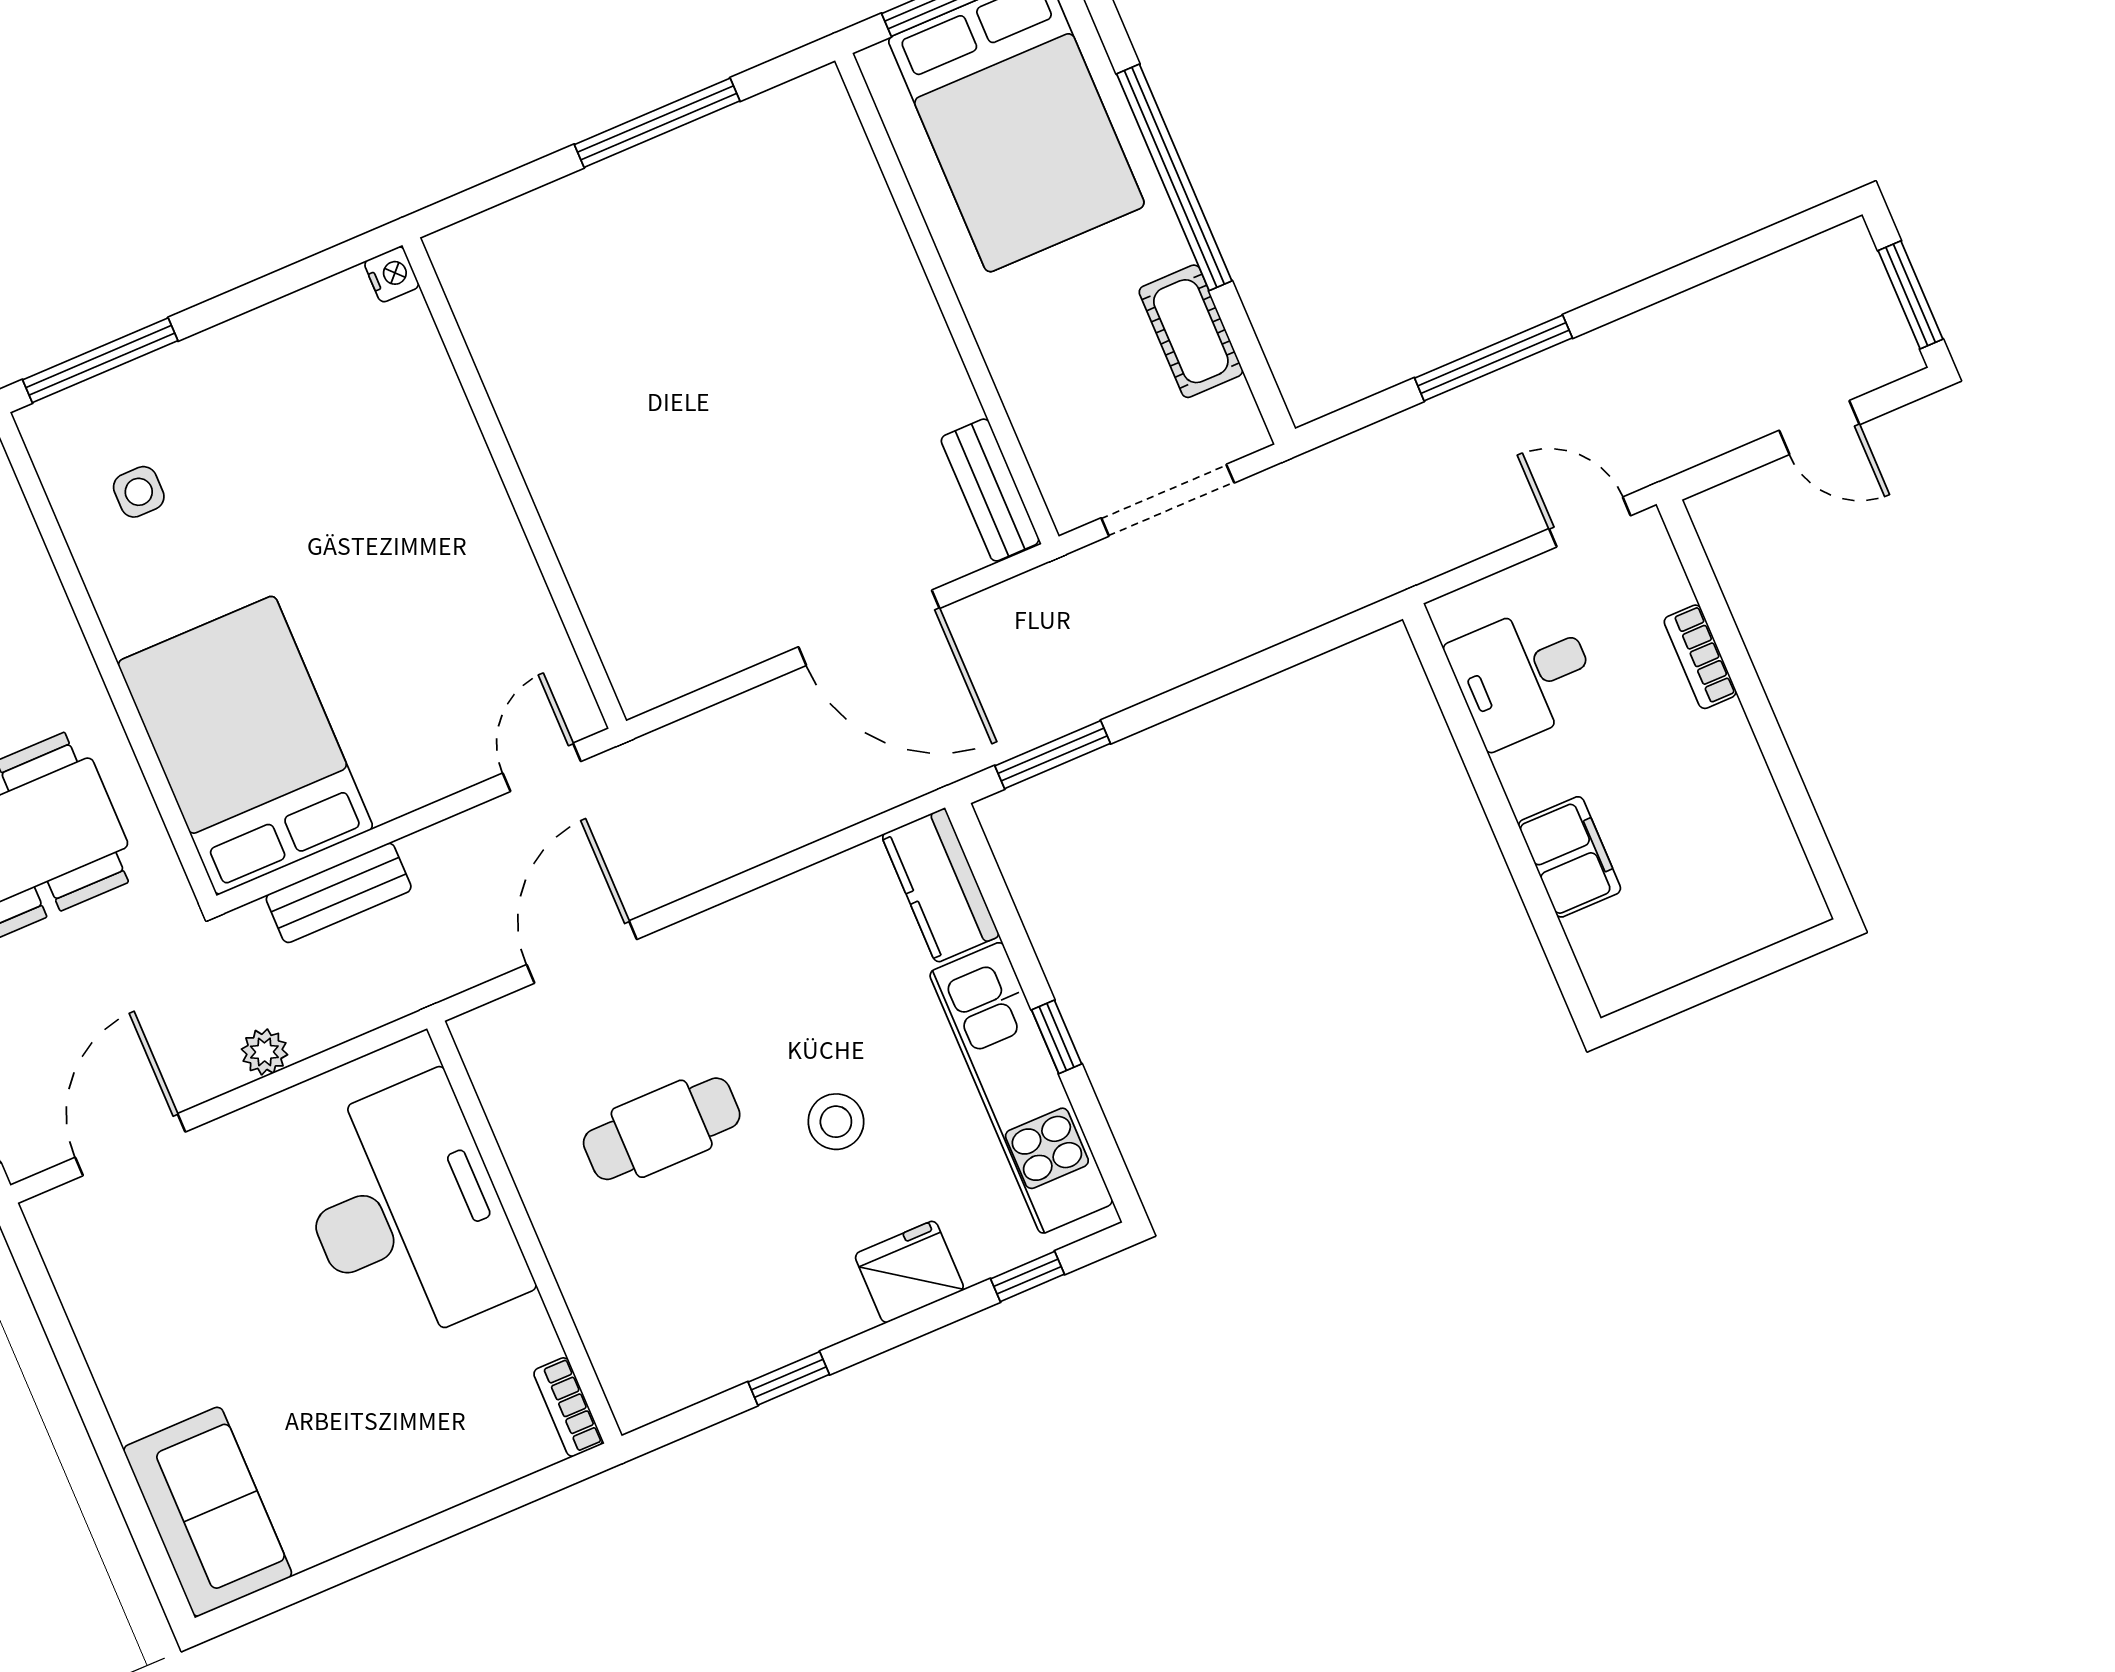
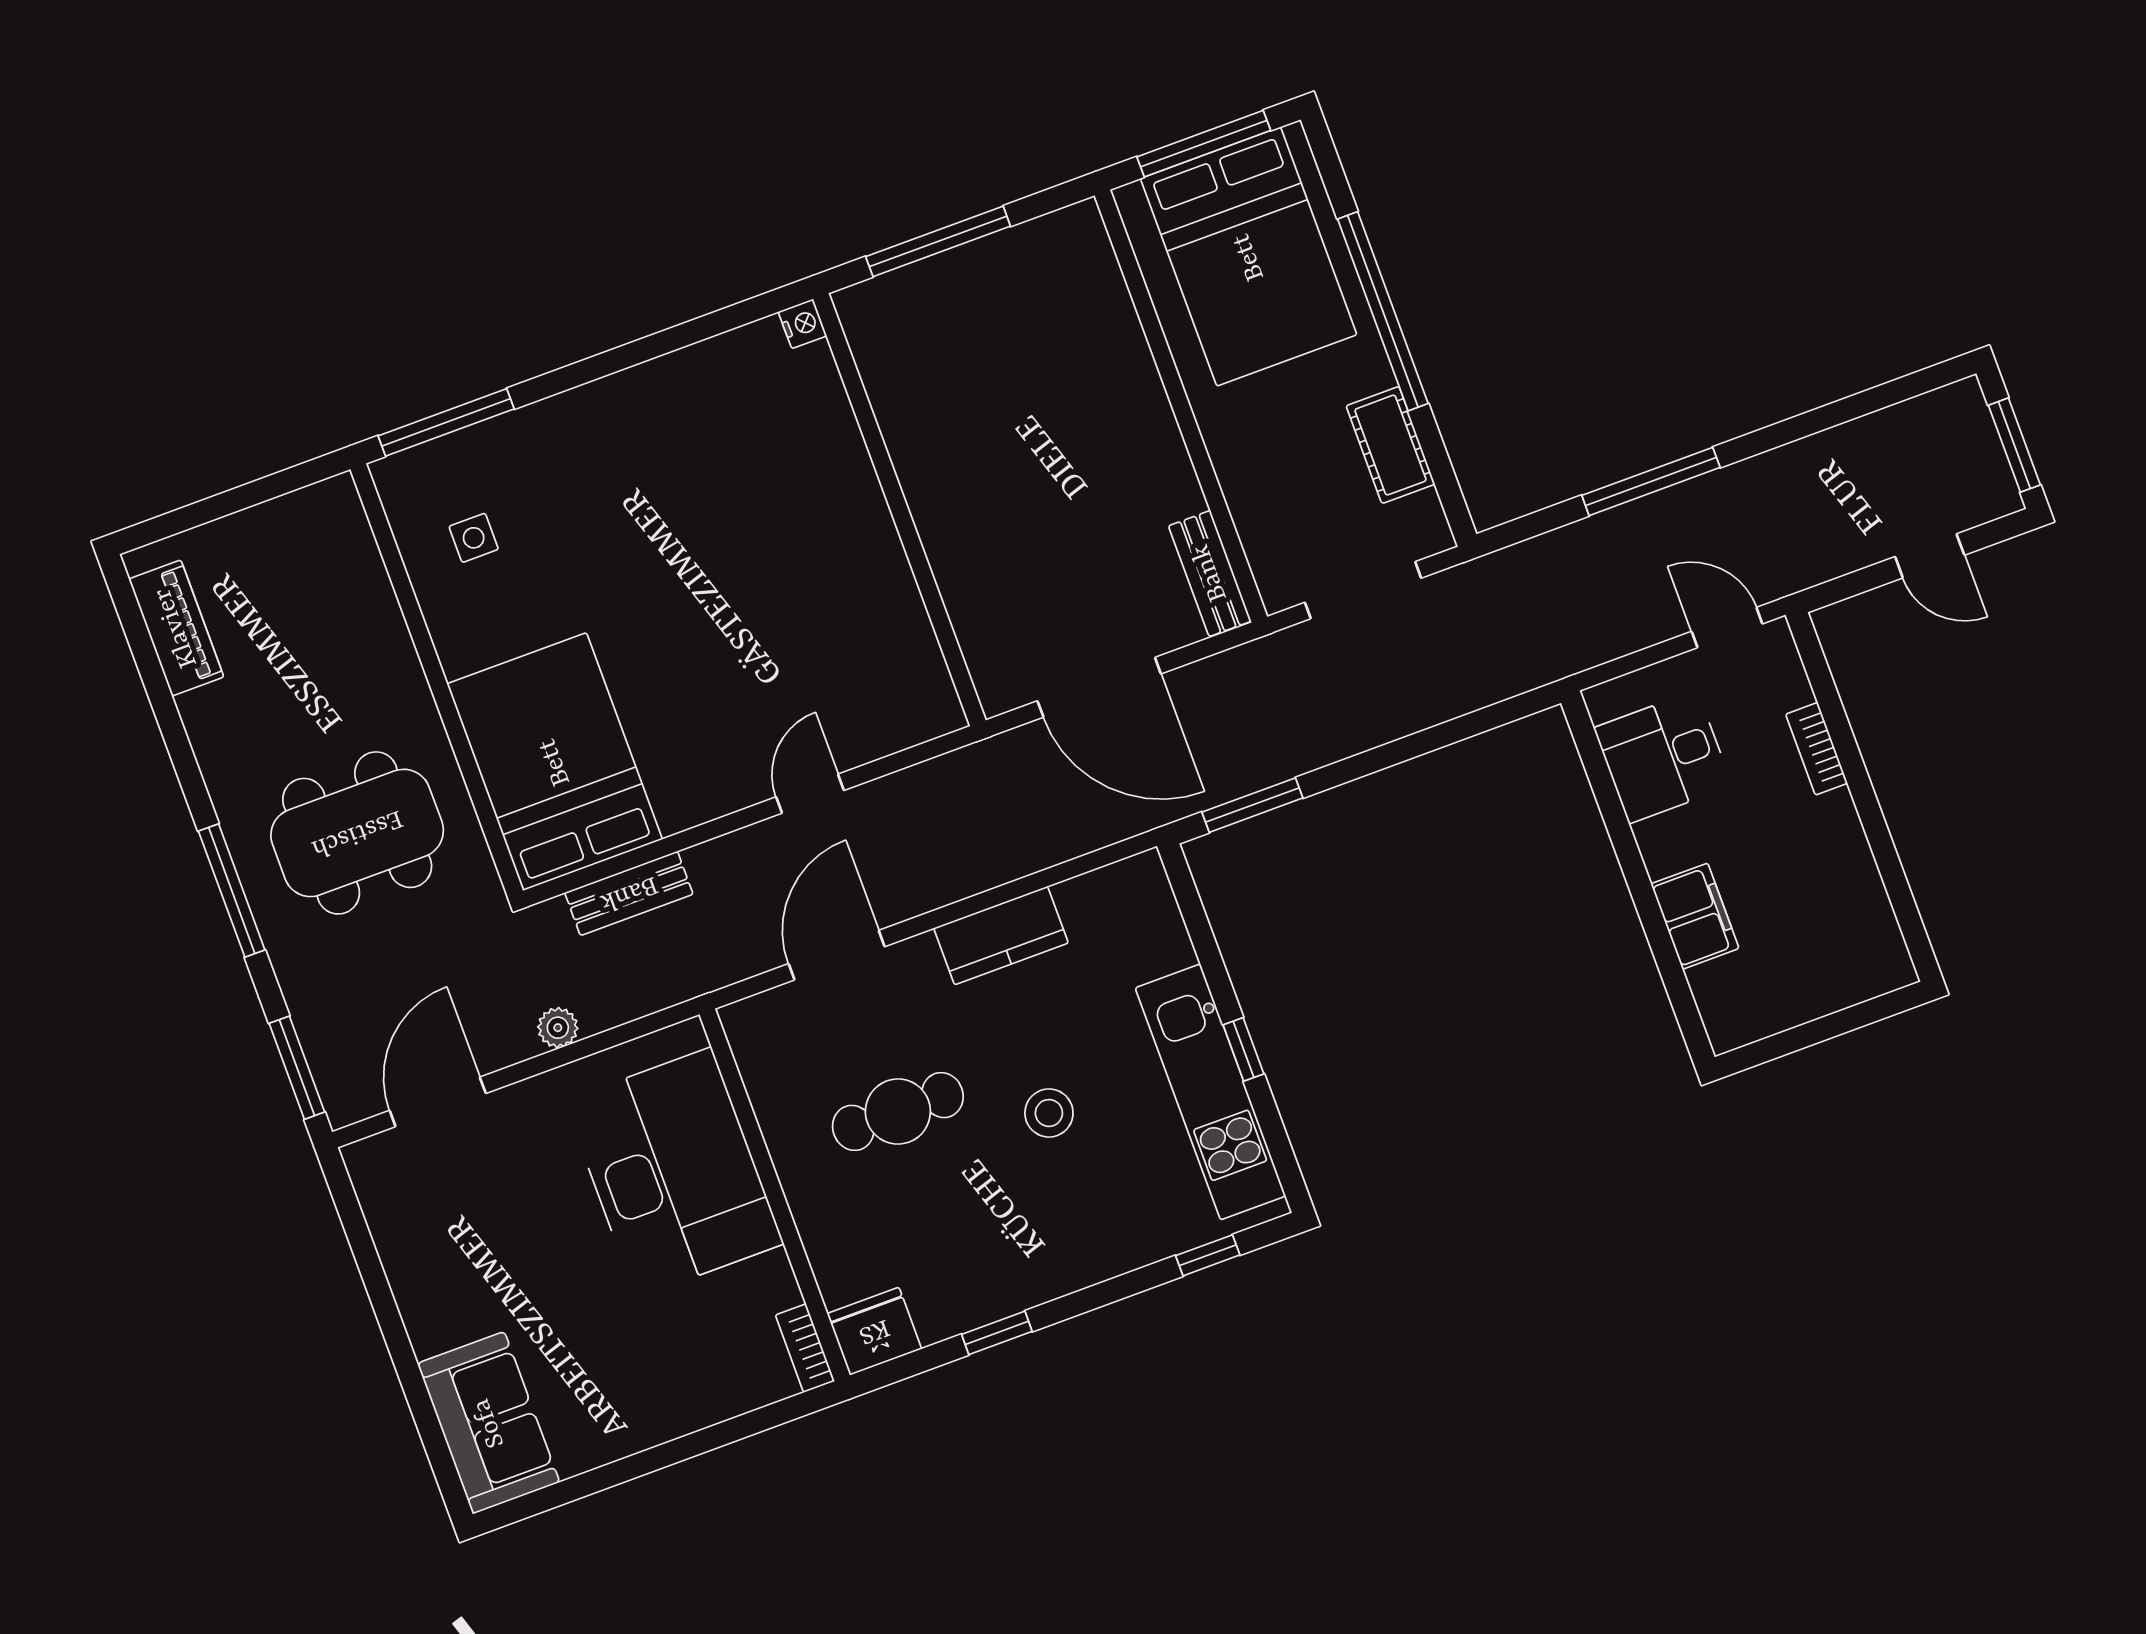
nightstand: (392, 274) -> (802, 324), moved
wall: (514, 483) -> (899, 510), moved
kitchen counter: (940, 885) -> (1001, 936), moved, turned -90
fridge: (909, 1272) -> (874, 1331), moved

